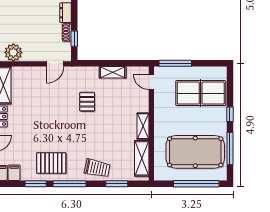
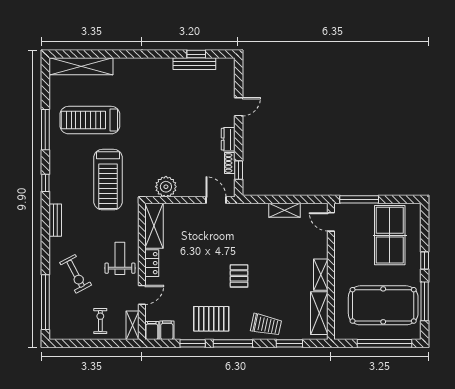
door: (55, 64) -> (216, 200), swing flipped
table tennis table: (201, 93) -> (390, 235), turned 90
pallet: (87, 102) -> (239, 276), moved

